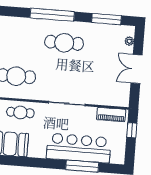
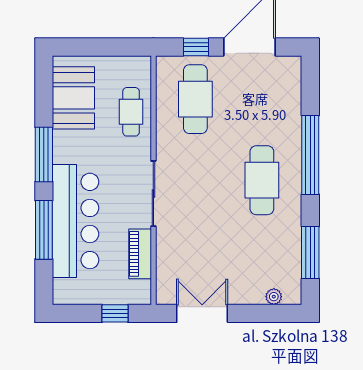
double door: (137, 69) -> (202, 313), moved
piano: (111, 115) -> (140, 254), moved
window: (40, 163) -> (44, 155), added

